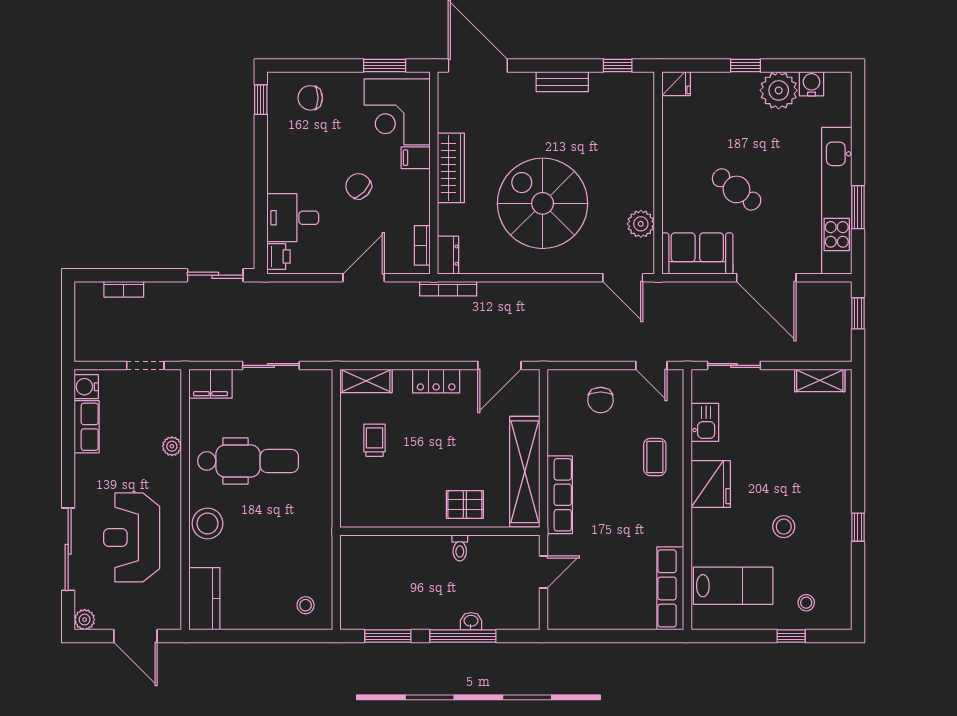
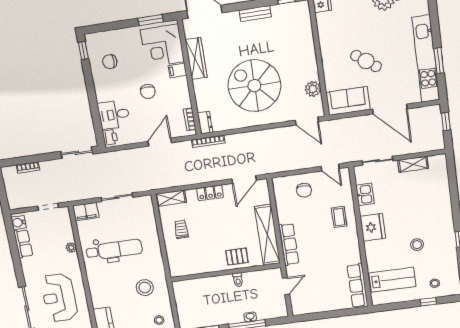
chair: (310, 98) -> (110, 62), moved
wardrobe: (451, 168) -> (196, 58), moved
chair: (358, 186) -> (148, 91), turned -133
shelving: (820, 380) -> (413, 164), moved
stool: (208, 523) -> (145, 288), moved

